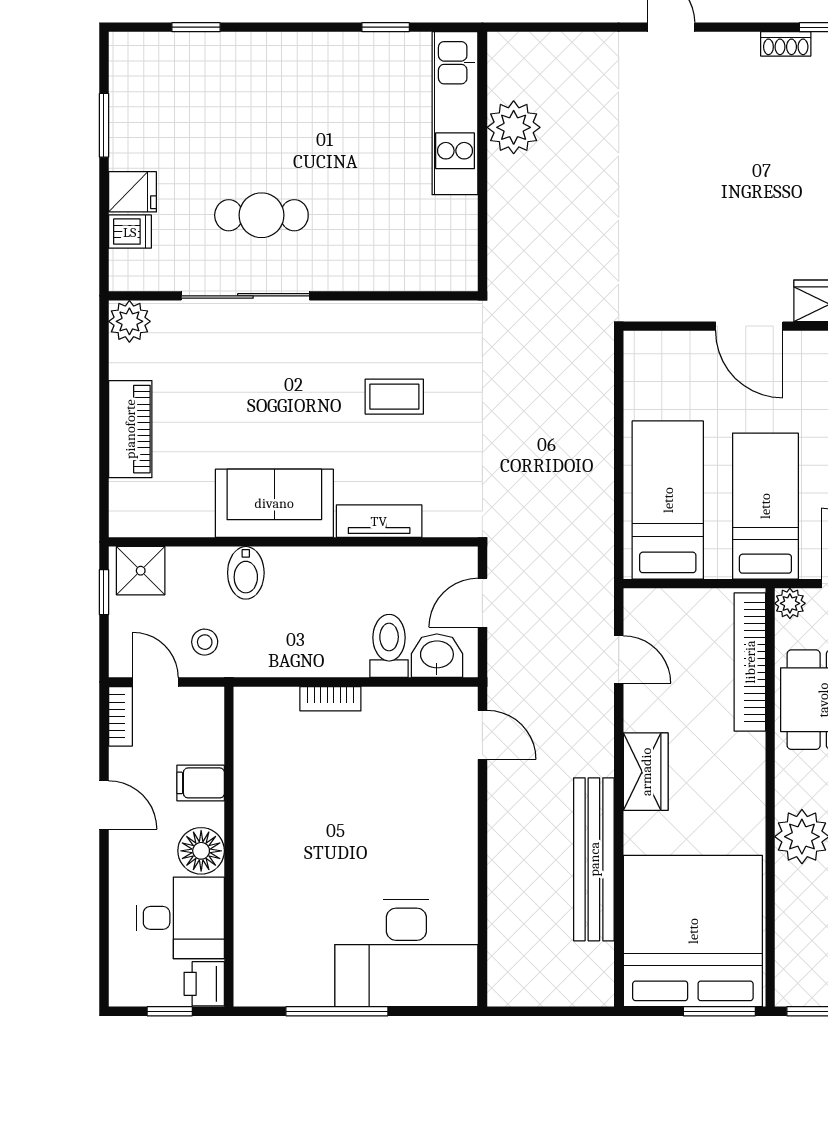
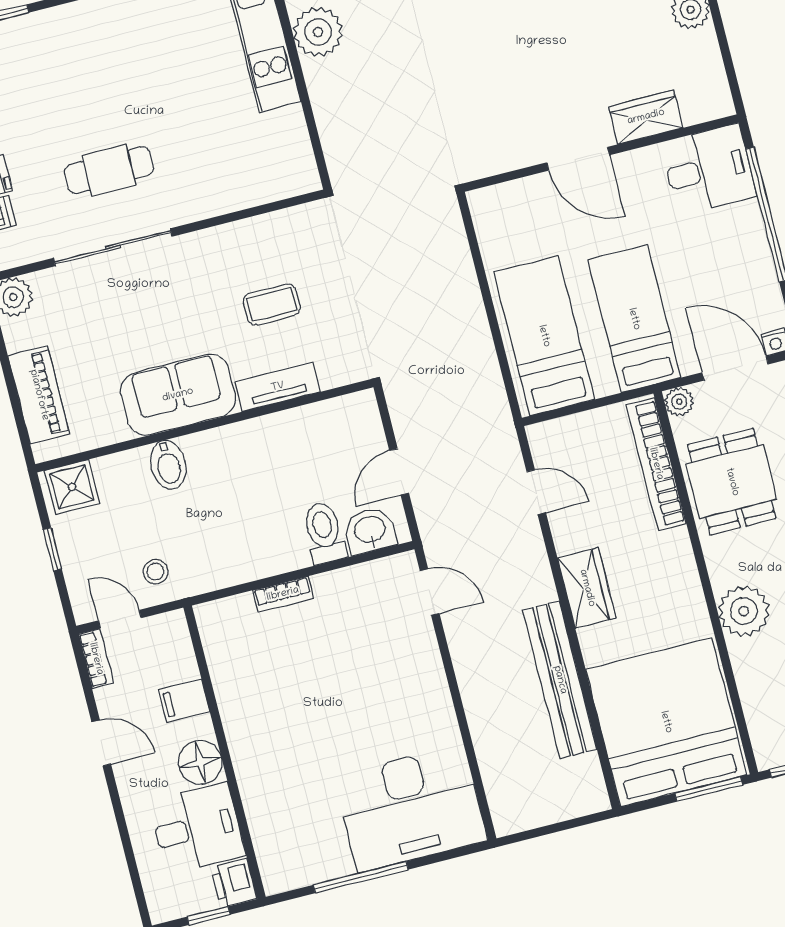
sofa: (274, 503) -> (178, 395), moved
tv unit: (379, 521) -> (278, 387), moved
wall: (293, 542) -> (204, 426), moved
shower: (141, 571) -> (72, 487), moved
bidet: (246, 573) -> (168, 465), moved

